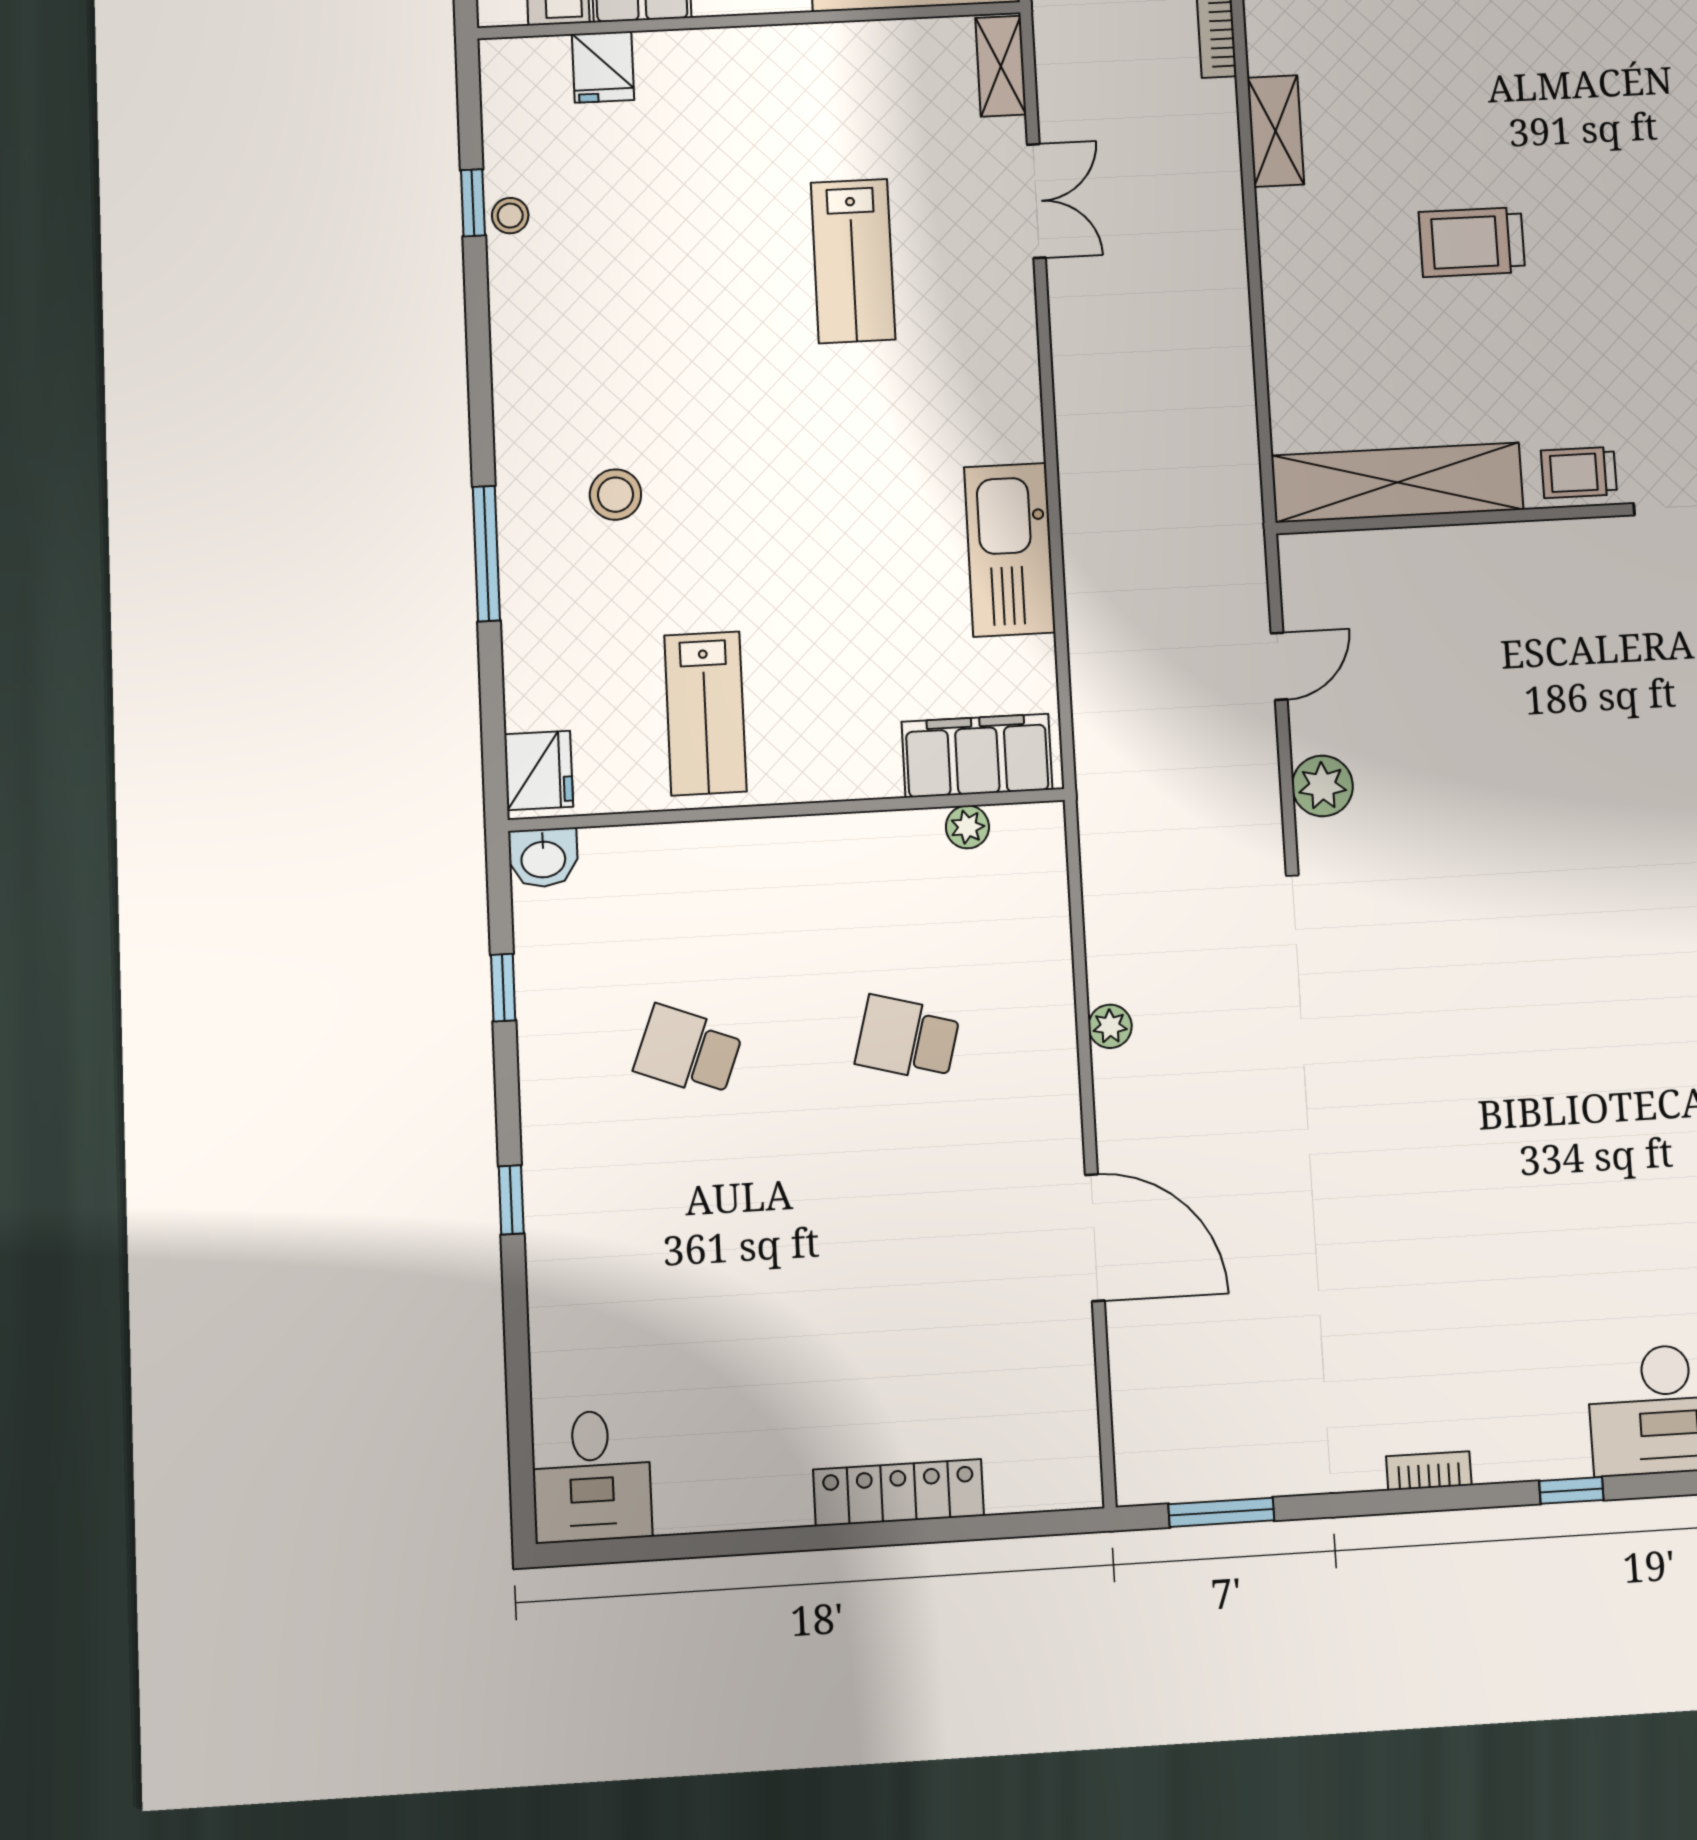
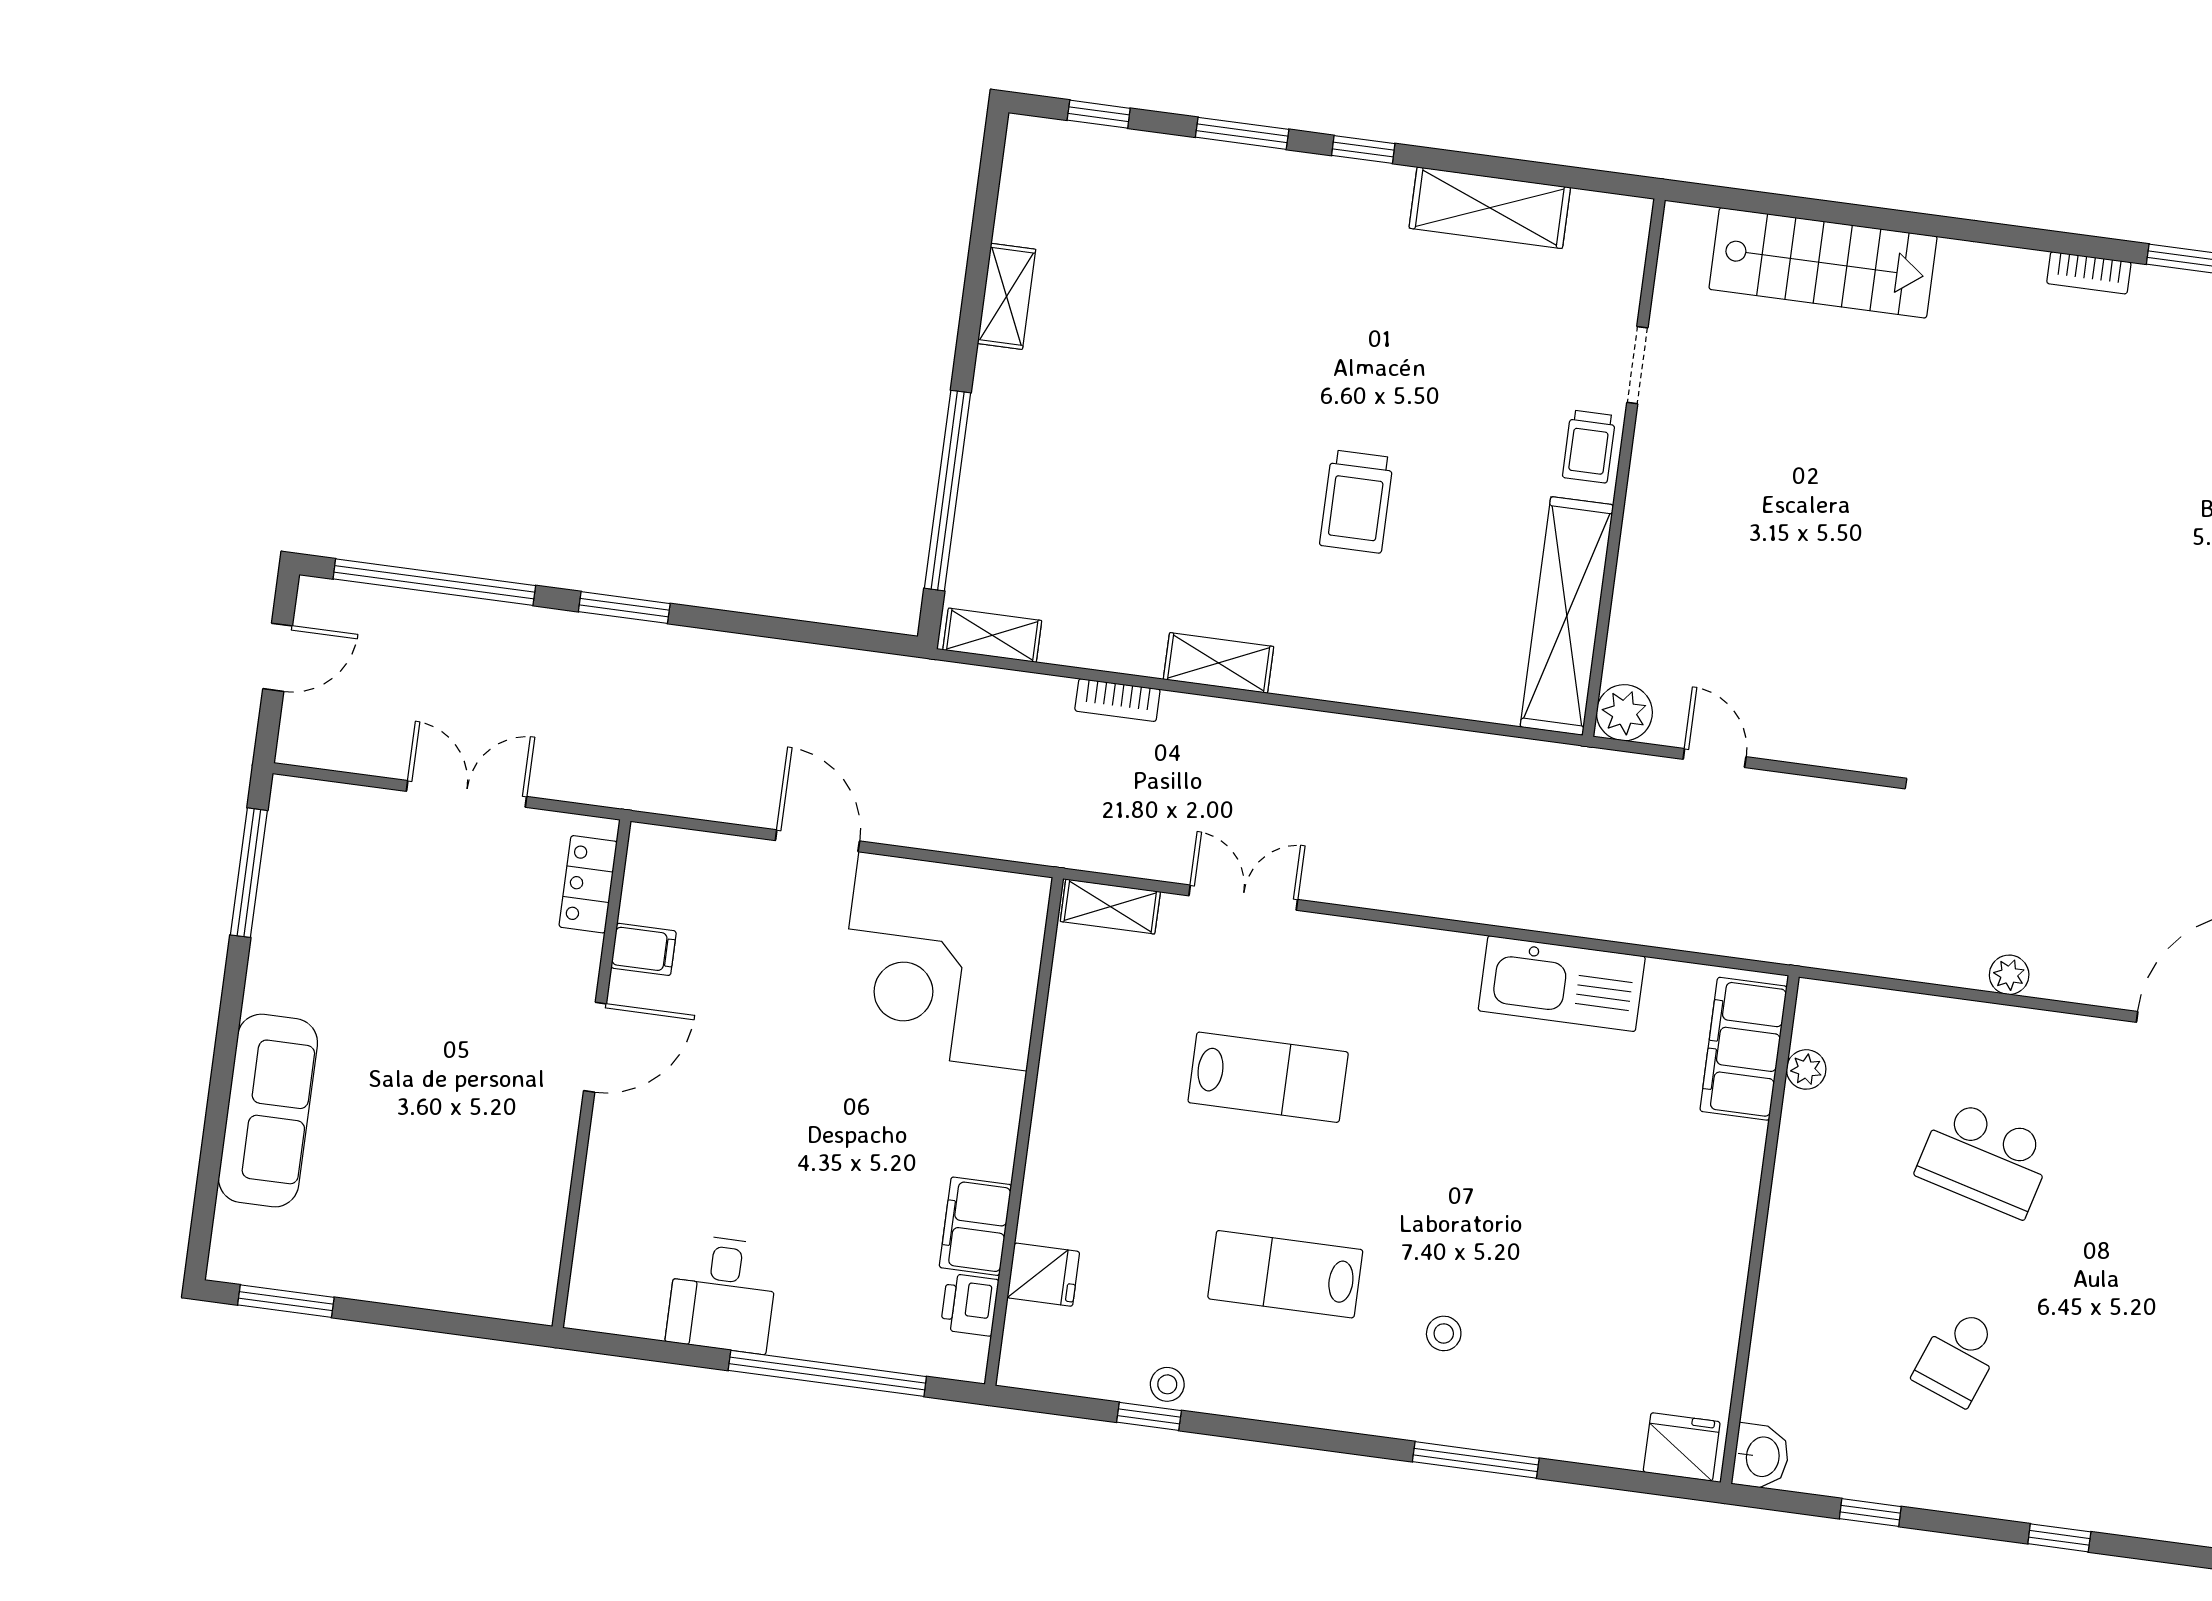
stool: (615, 495) -> (1444, 1333), width x0.73, depth x0.73
lab bench: (705, 713) -> (1285, 1274), moved, turned 180
plant: (1322, 786) -> (1624, 713), moved
school desk: (908, 1038) -> (1985, 1159), width x1.85

